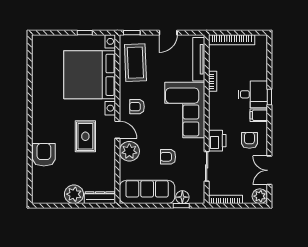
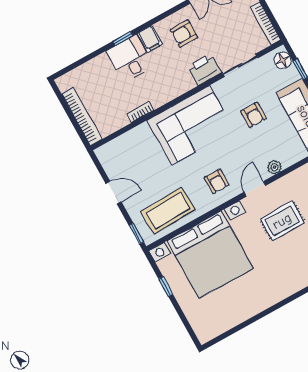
tv unit: (199, 59) -> (124, 141), removed
plant: (129, 151) -> (274, 167), width x0.53, depth x0.53
floor lamp: (182, 197) -> (283, 60), moved

